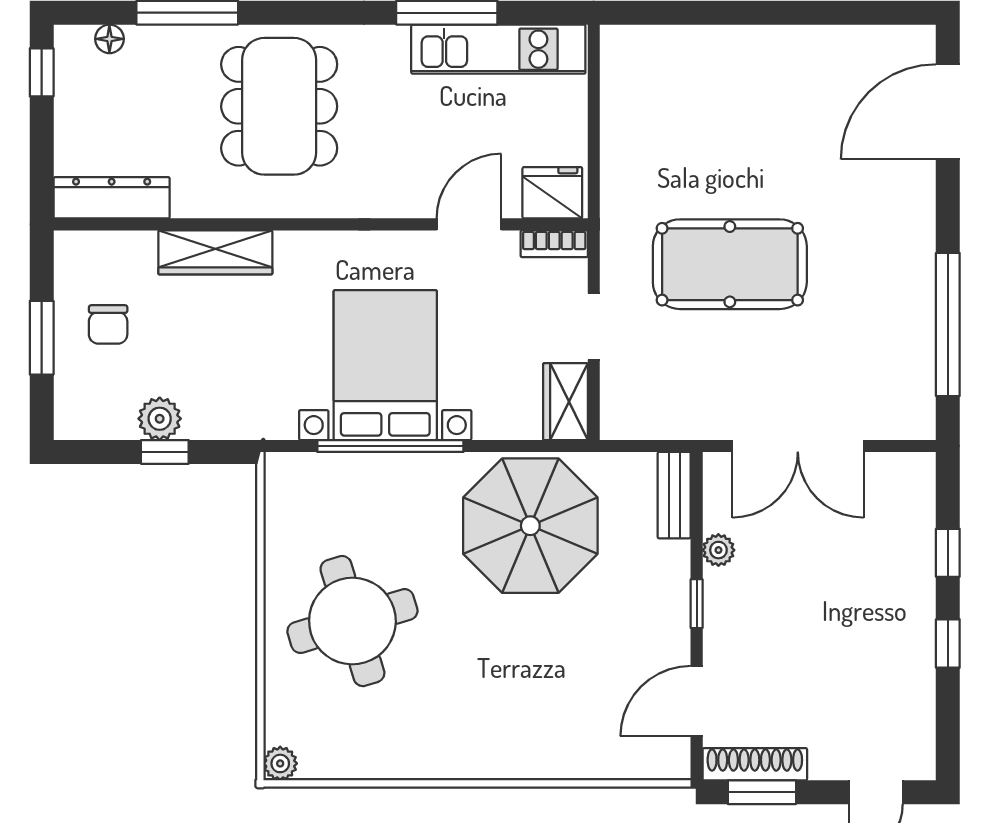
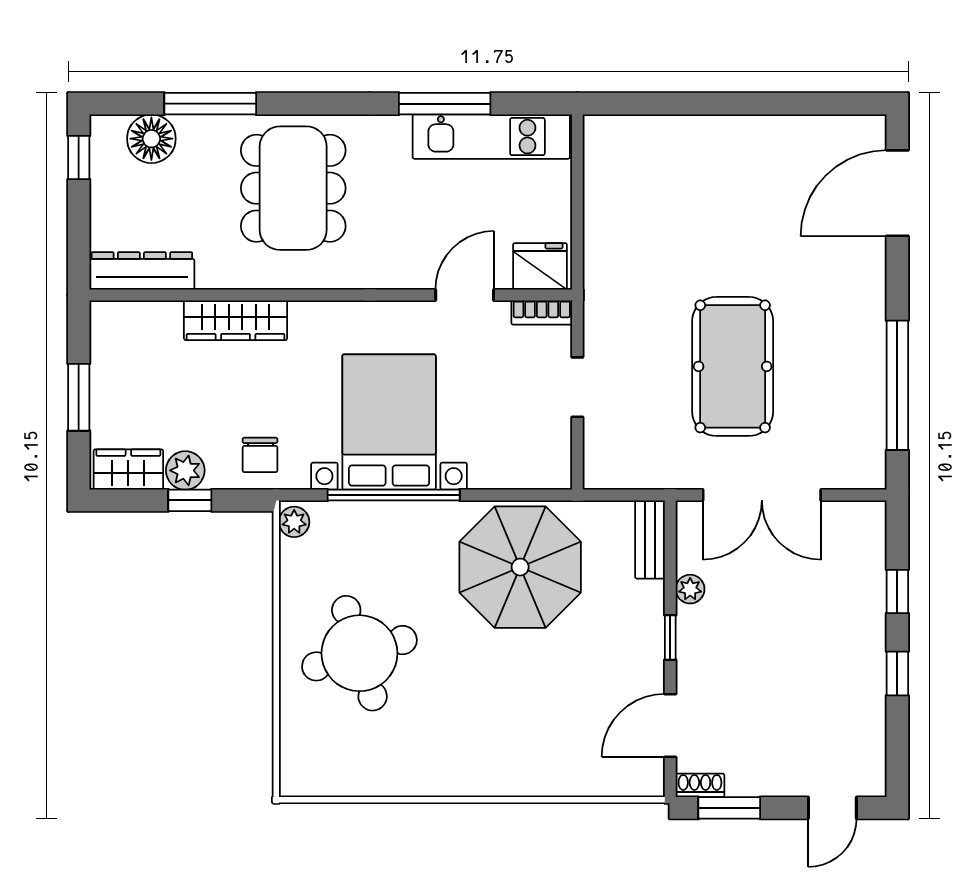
floor lamp: (109, 39) -> (151, 139), width x1.89, depth x1.89
pool table: (730, 264) -> (733, 366), moved, turned 90
chair: (108, 324) -> (260, 455), moved
wardrobe: (565, 402) -> (128, 470), moved, turned 90
plant: (280, 763) -> (294, 522), moved
shoe rack: (755, 764) -> (700, 785), width x0.51, depth x0.81

